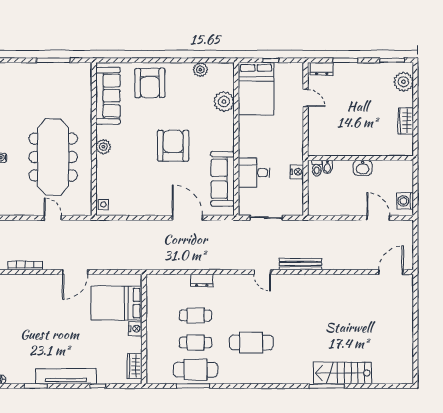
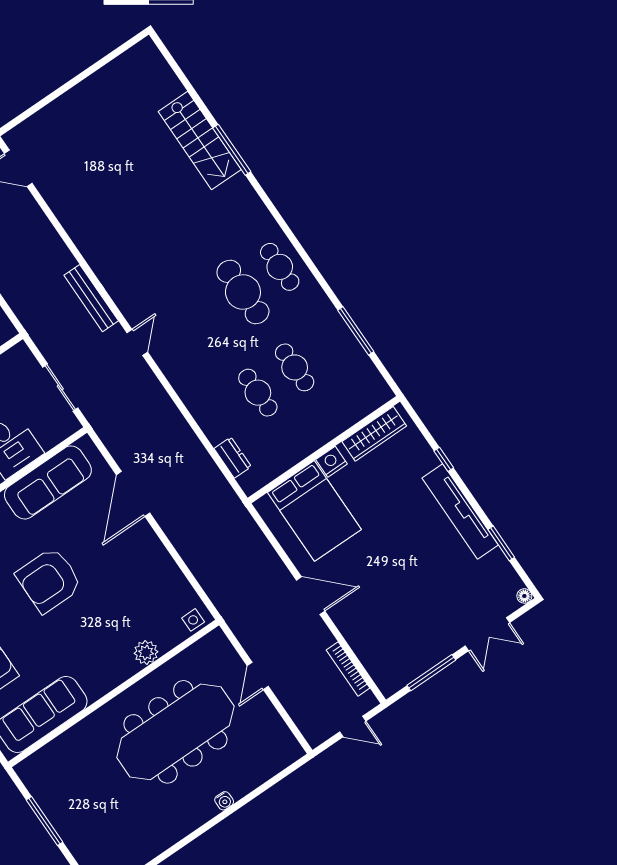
plant: (103, 147) -> (146, 652), moved
dresser: (202, 280) -> (233, 458), moved
wardrobe: (135, 366) -> (374, 434), width x1.50
cafe table: (196, 370) -> (280, 267), moved, width x0.73, depth x0.74

